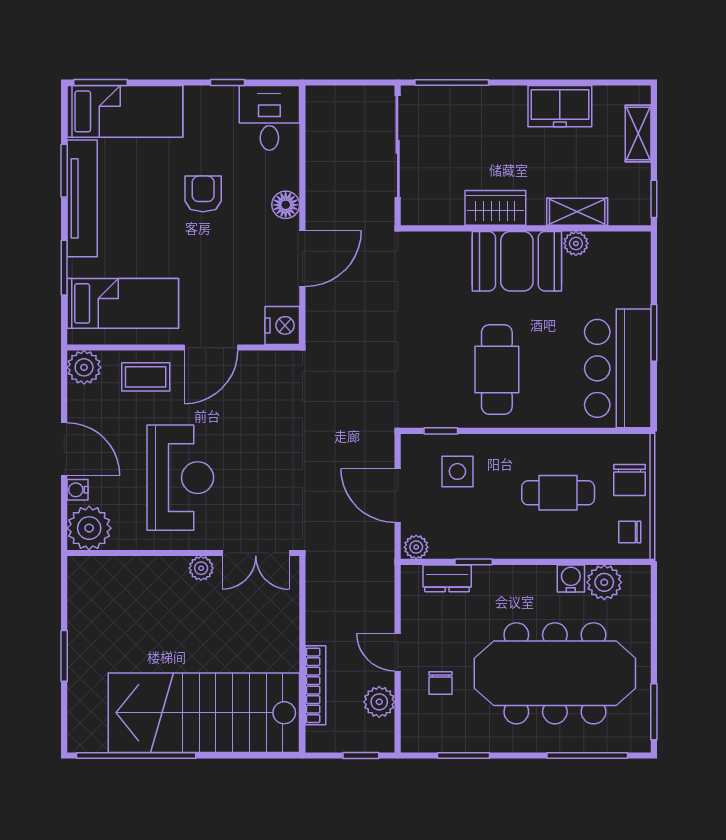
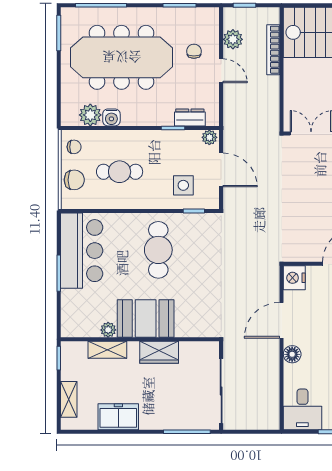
chair: (629, 480) -> (74, 180), turned 90

